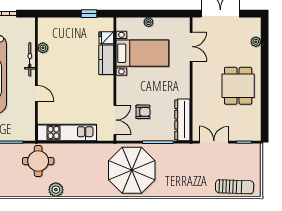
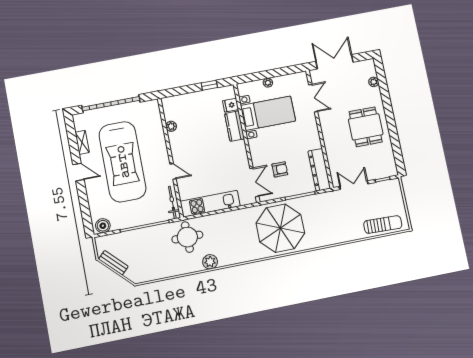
bicycle: (30, 59) -> (172, 202), moved

